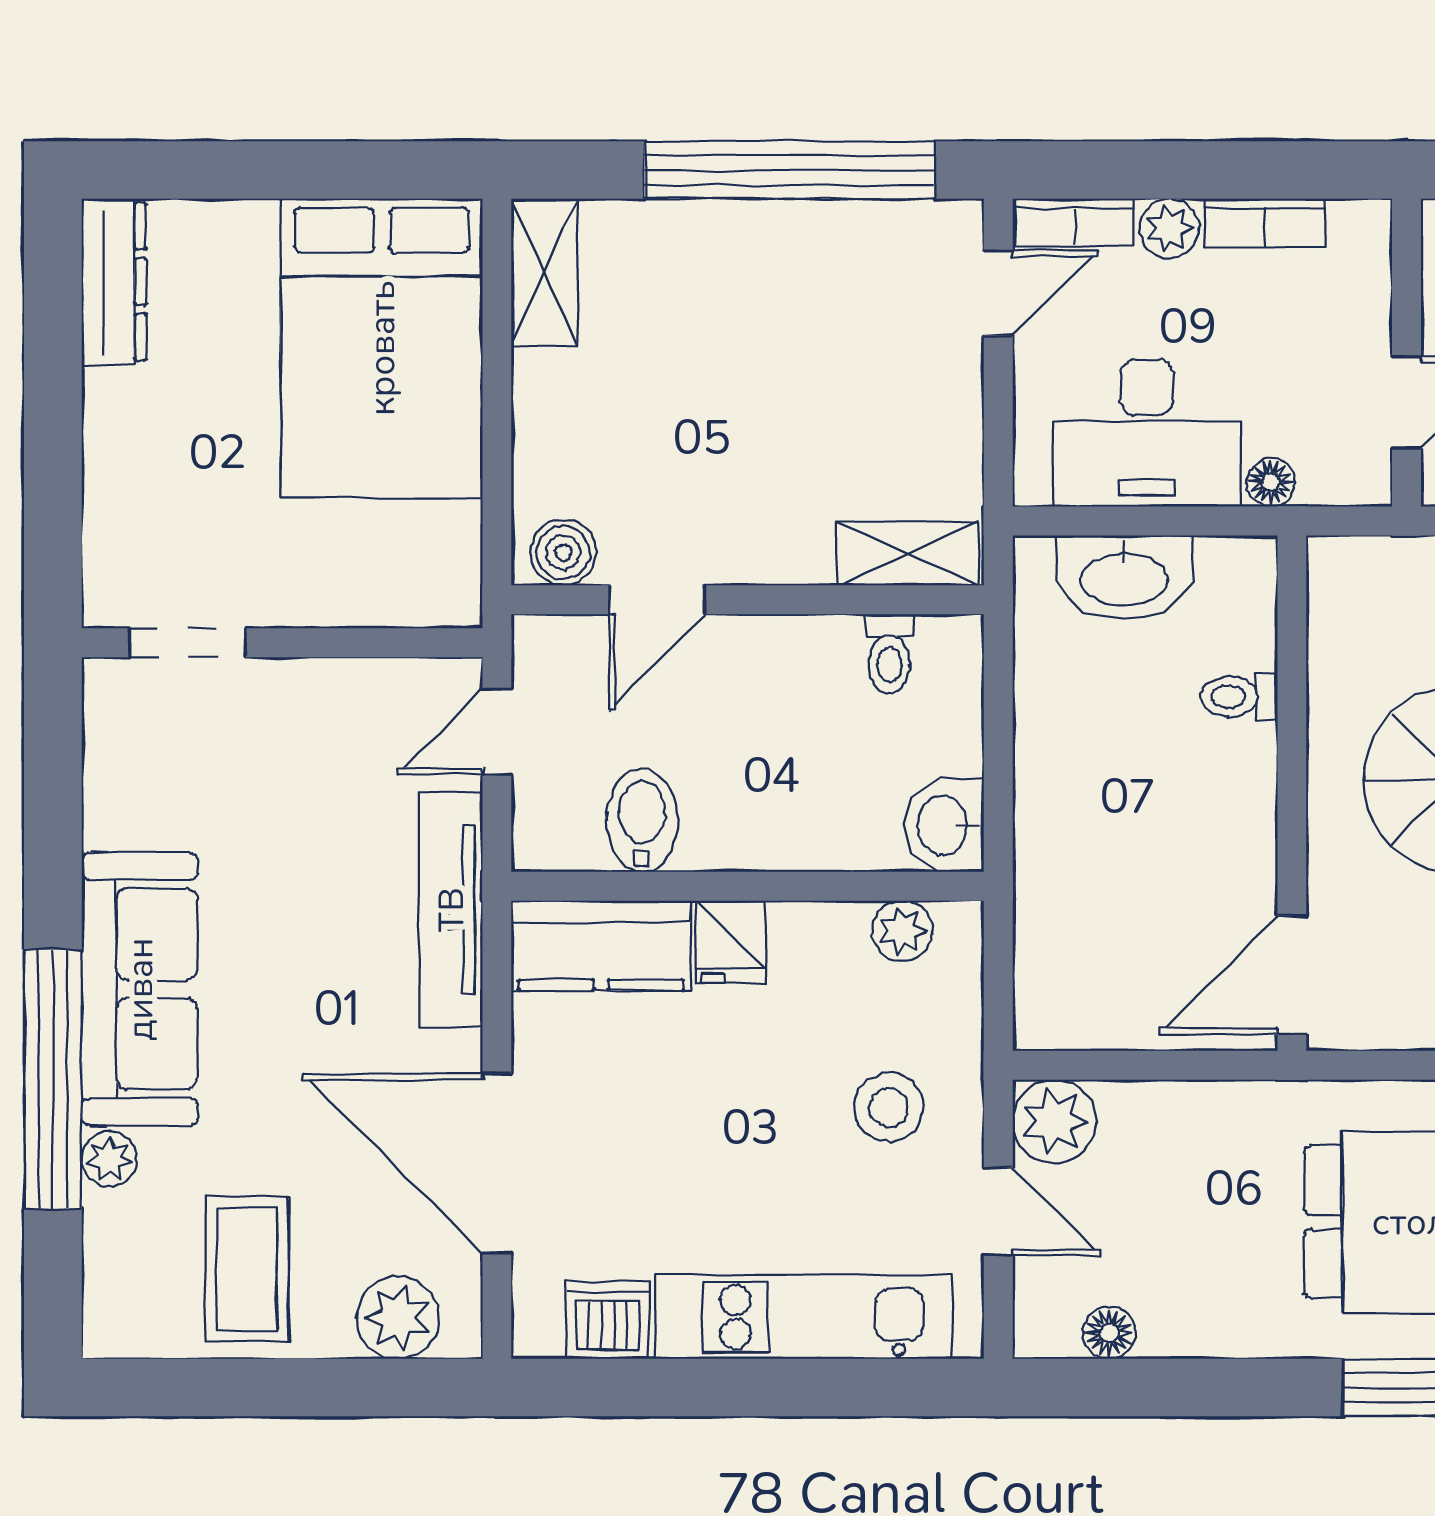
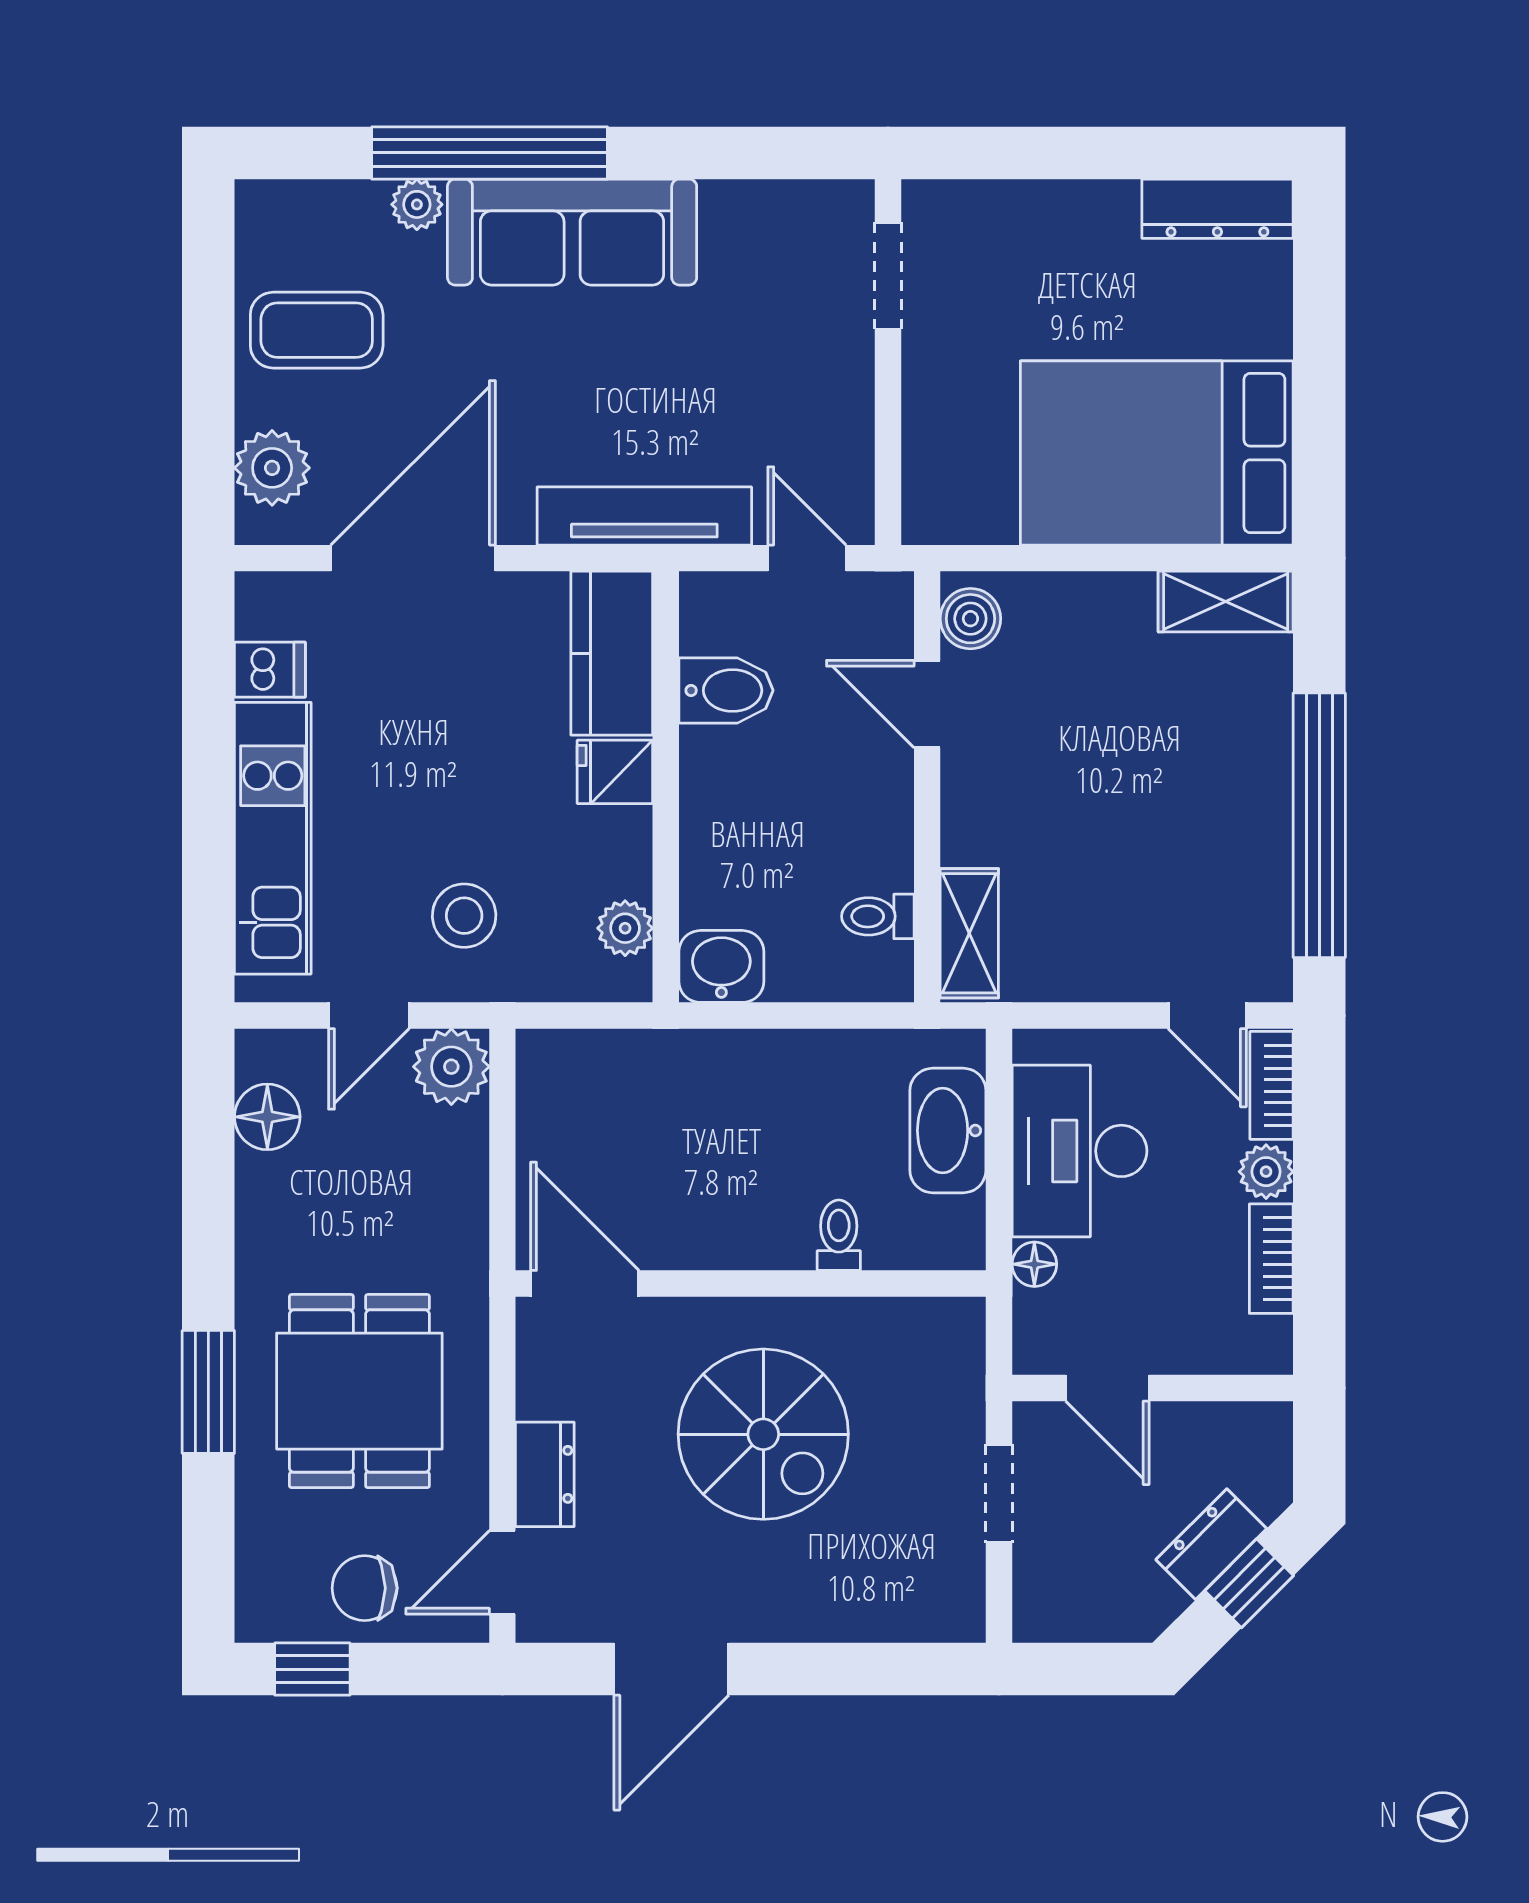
dishwasher: (608, 1320) -> (270, 670), width x0.73
floor lamp: (1109, 1333) -> (267, 1117), width x1.37, depth x1.37

